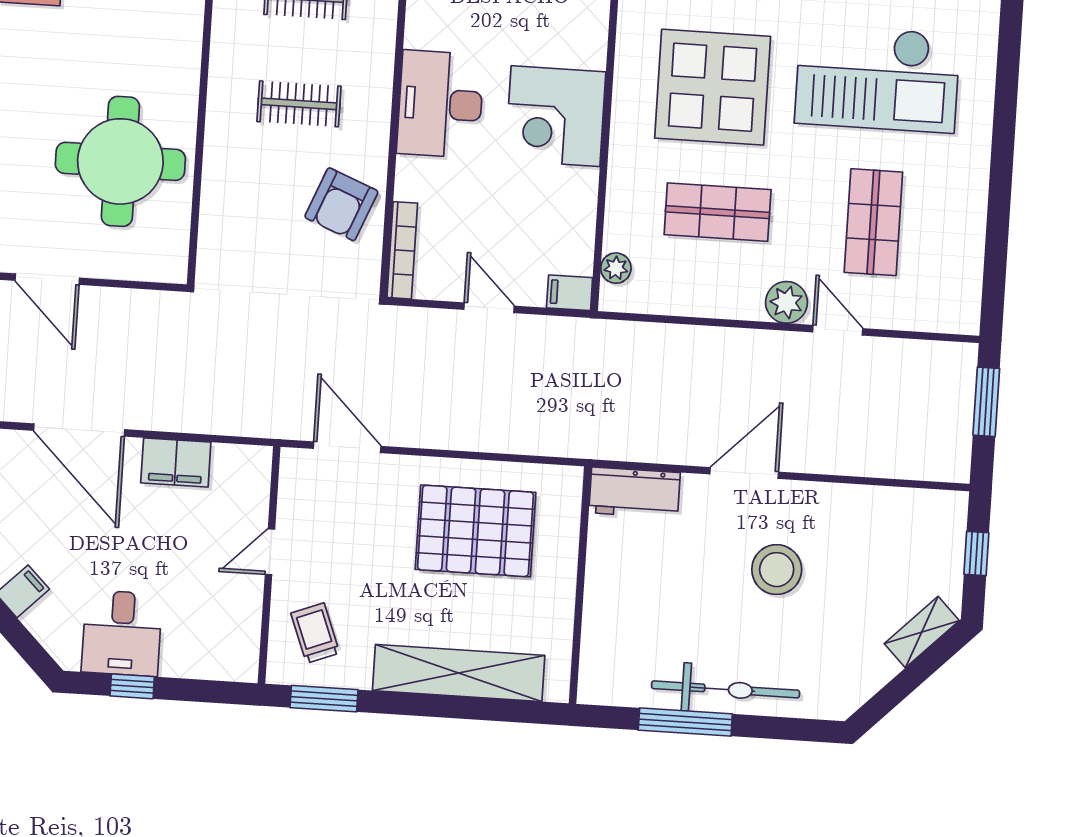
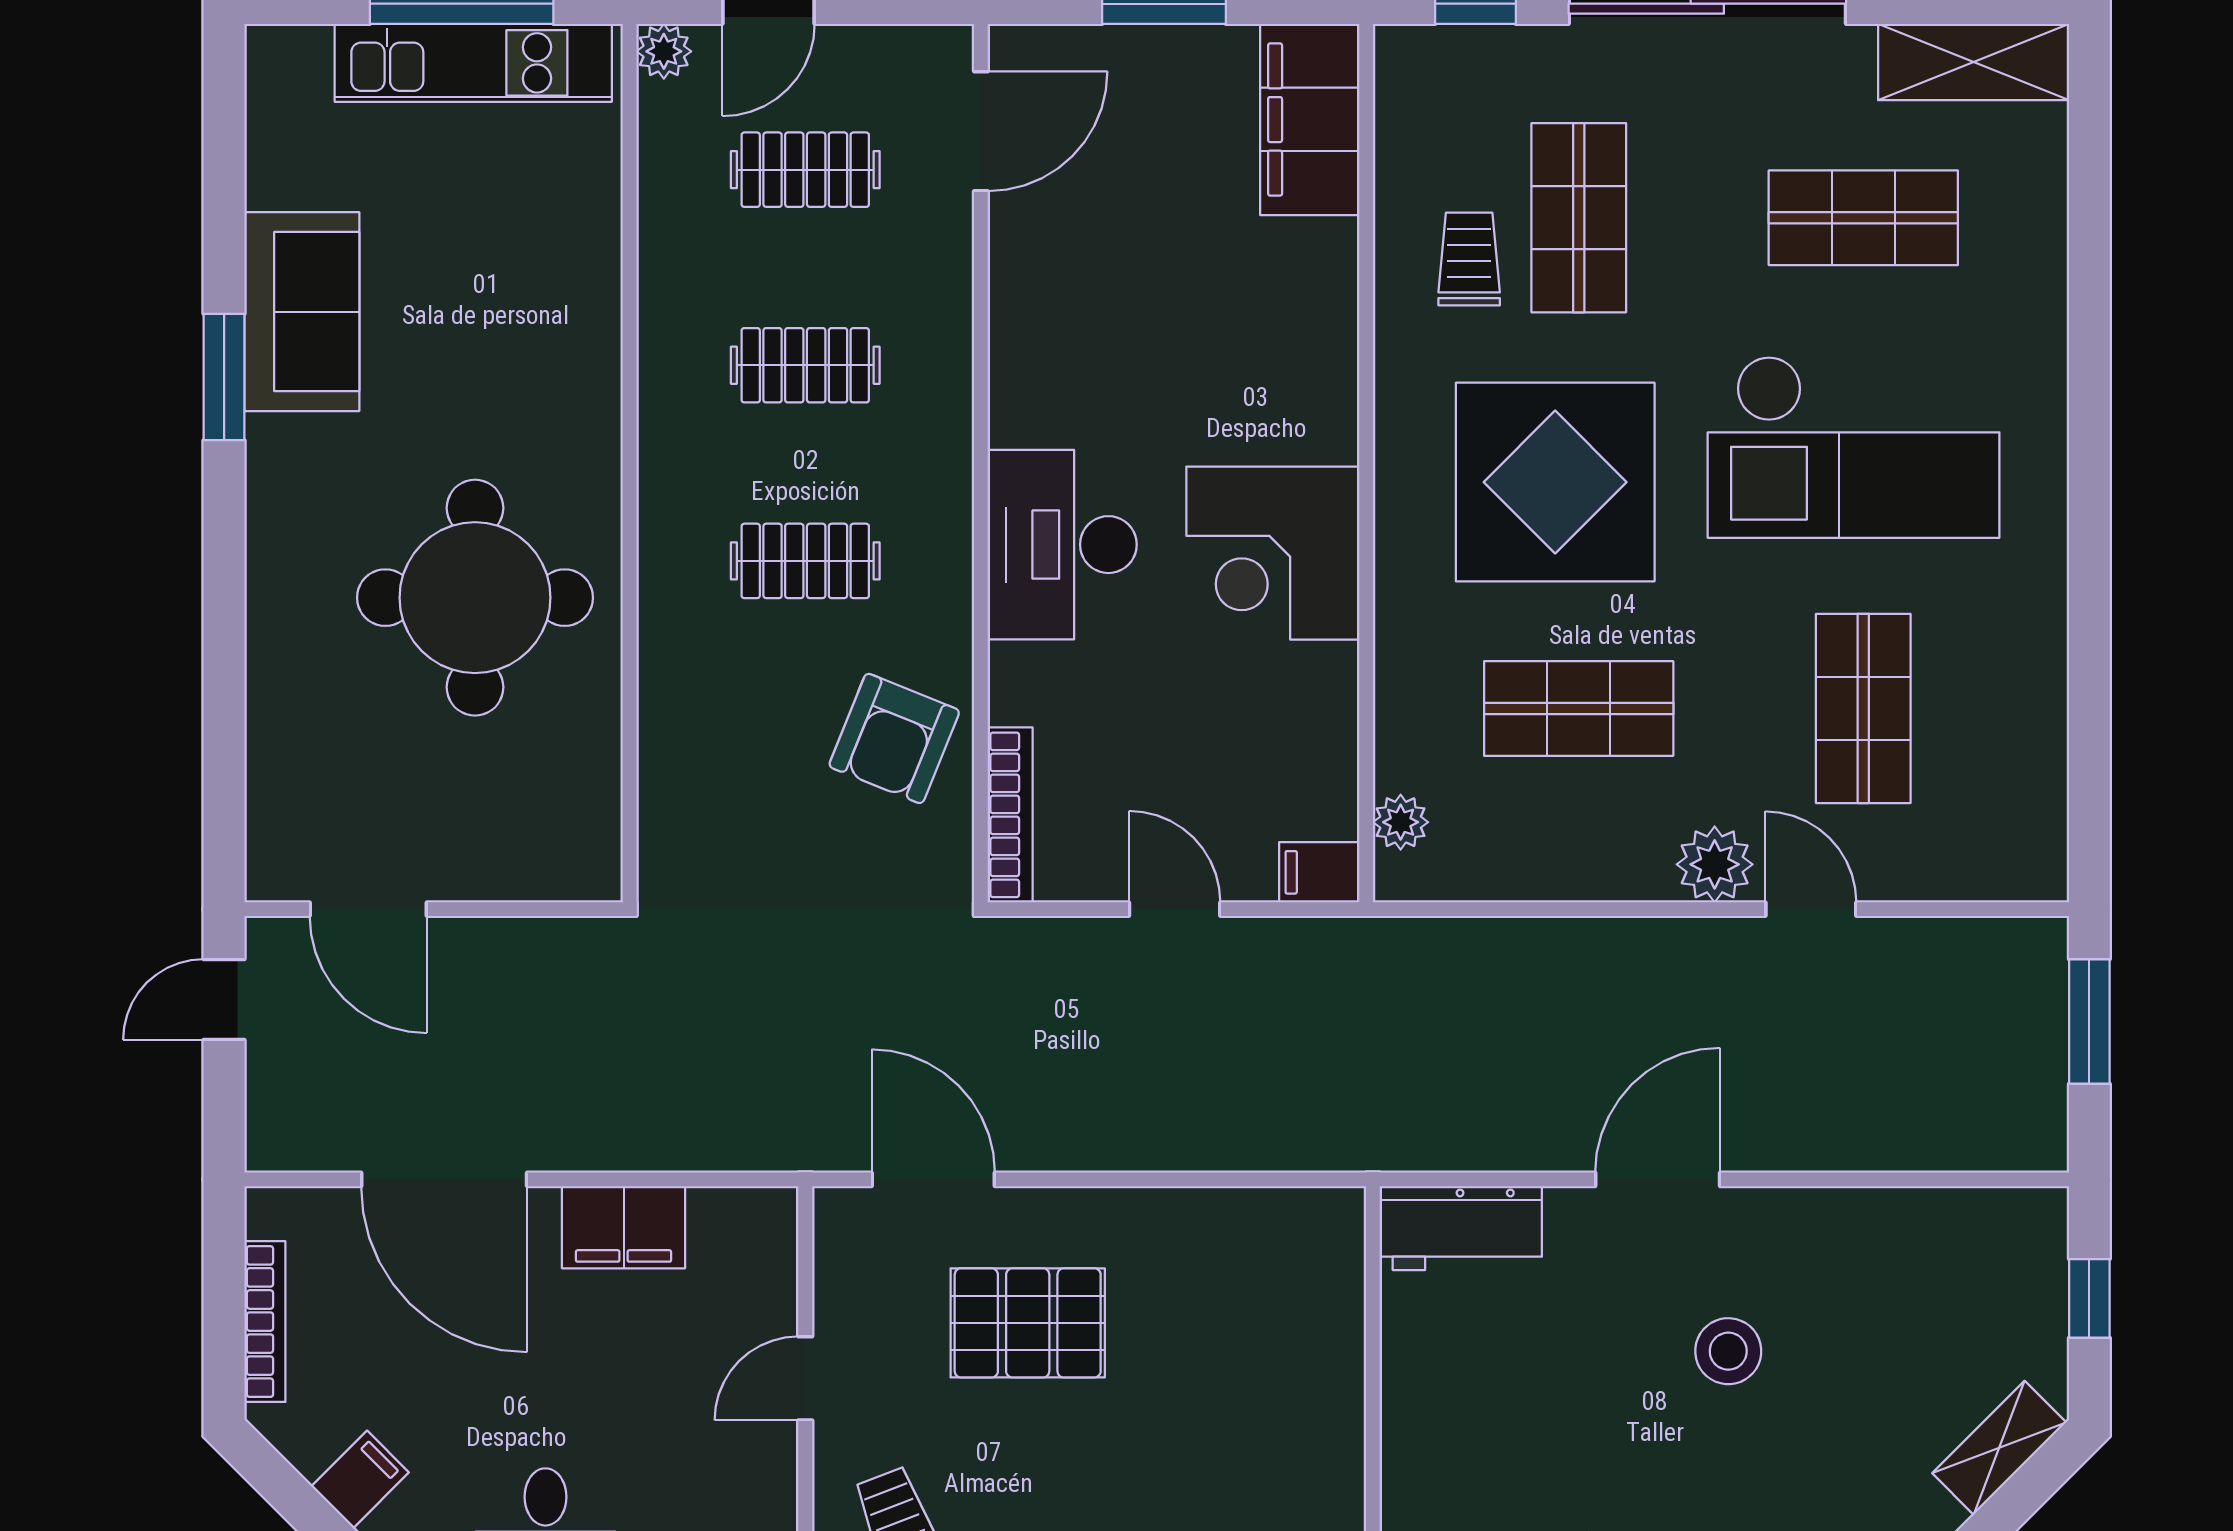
round table: (120, 161) -> (475, 598), moved
pallet: (475, 531) -> (1028, 1323), moved, width x0.73, depth x0.71
stool: (777, 570) -> (1728, 1351), width x0.73, depth x0.73

